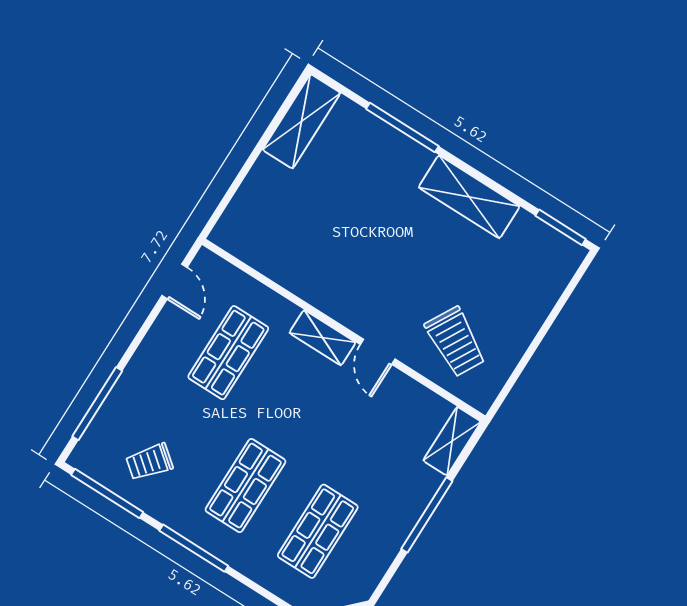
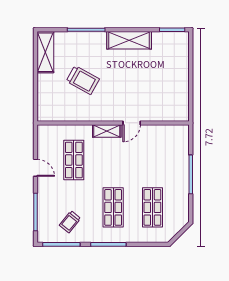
door: (175, 281) -> (35, 168), moved
trolley: (455, 342) -> (83, 80), moved
door: (378, 352) -> (132, 123), hinge flipped
shelving: (452, 441) -> (182, 139), removed

